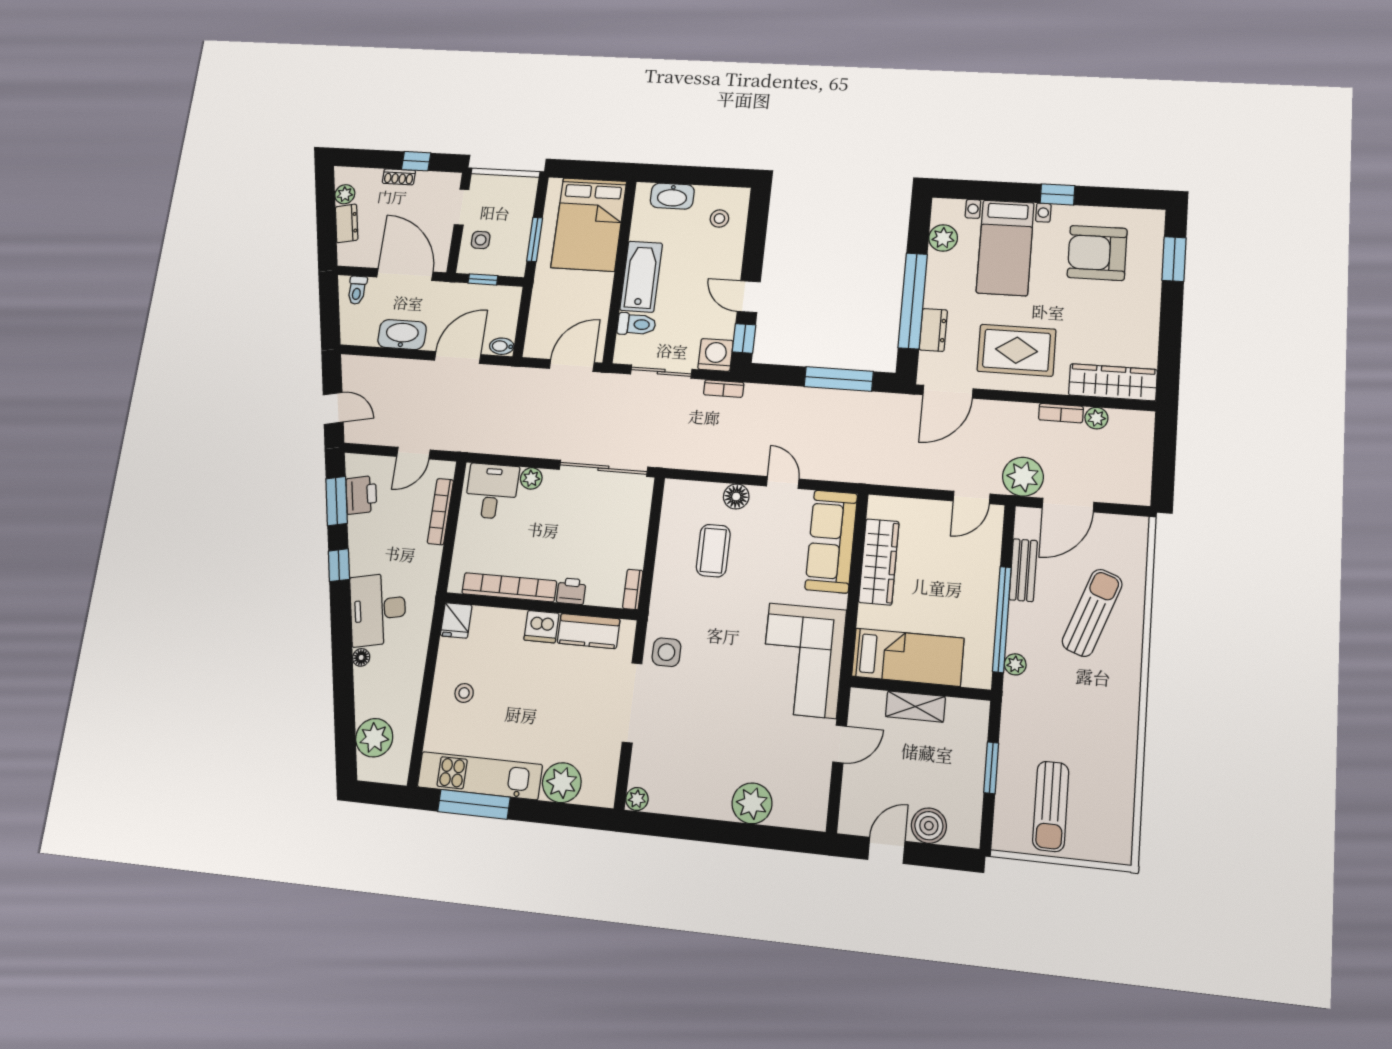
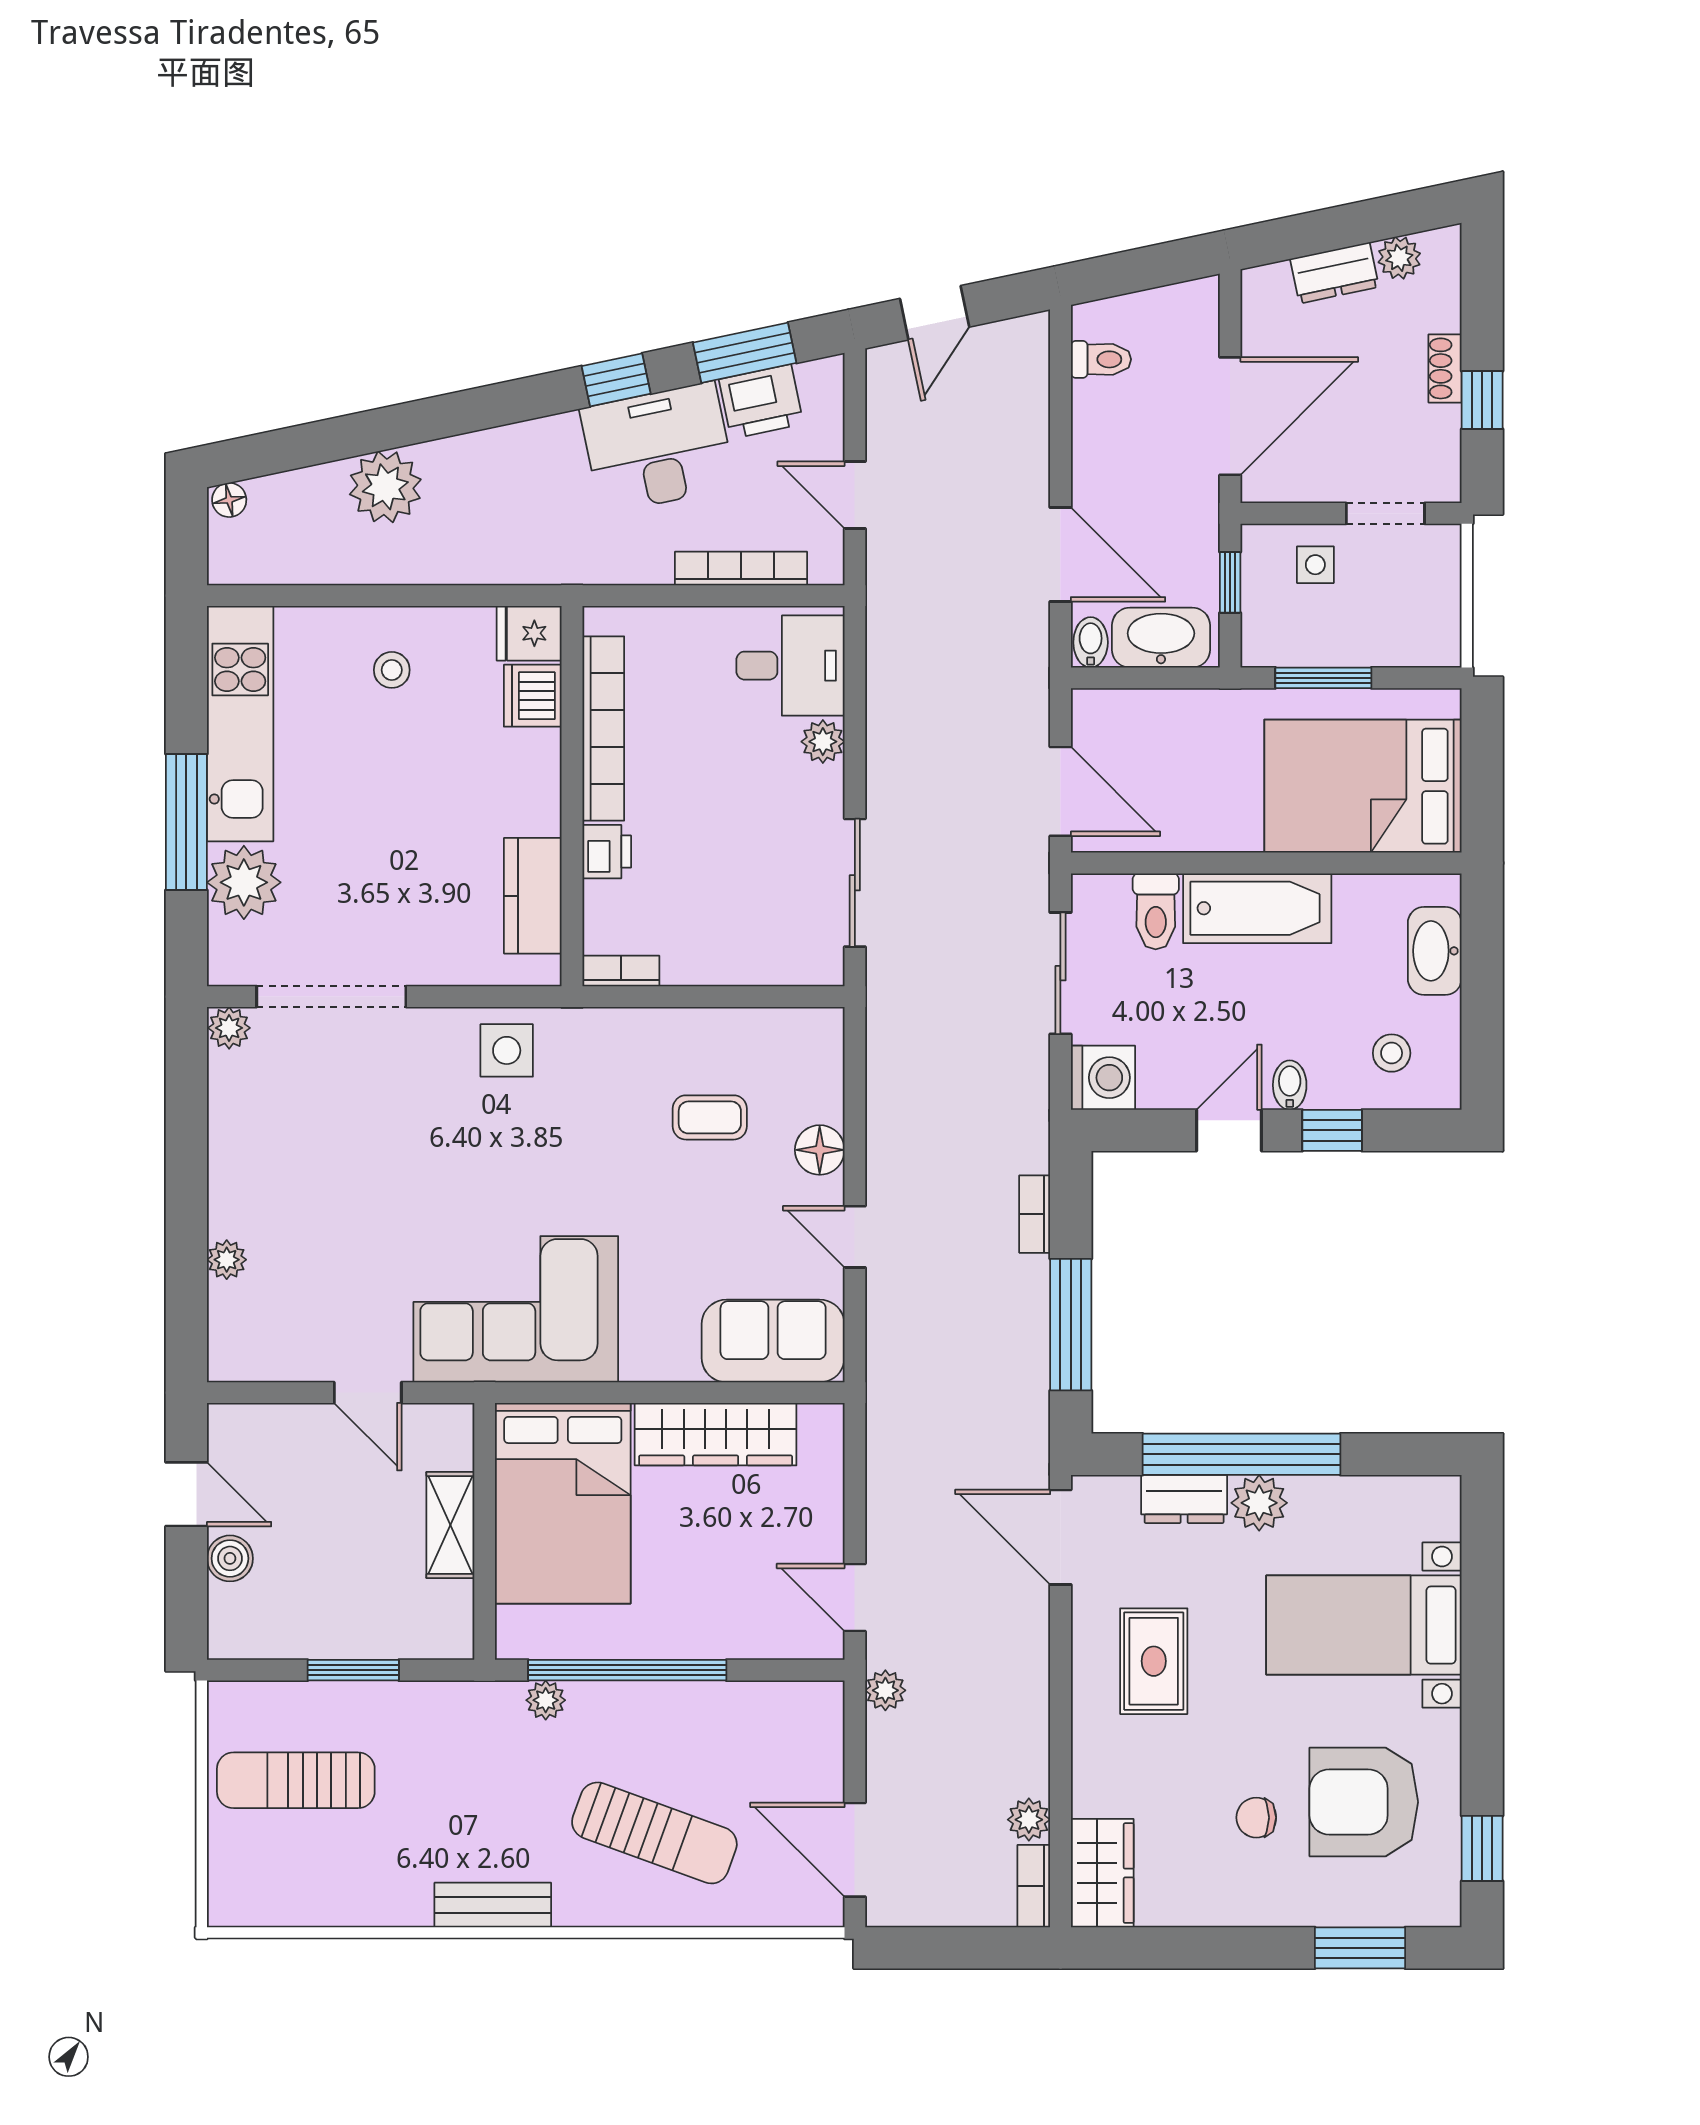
window: (1058, 194) -> (1482, 1848), moved
plant: (943, 238) -> (1259, 1503), moved
armchair: (1097, 253) -> (1364, 1802), turned -90
bidet: (730, 267) -> (1290, 1085), added
toilet: (357, 290) -> (1101, 359), moved, turned 180
chair: (1102, 305) -> (1256, 1818), added
washbasin: (402, 335) -> (1161, 638), moved, turned -90
window: (744, 338) -> (1332, 1130), moved
rug: (1016, 350) -> (1154, 1661), width x0.73, depth x0.70
wardrobe: (1113, 382) -> (1102, 1873), width x0.67
bookcase: (724, 389) -> (1035, 1214), moved
bookcase: (1061, 413) -> (1034, 1886), moved
sliding door: (603, 468) -> (855, 883), width x0.73
plant: (1023, 477) -> (885, 1690), width x0.53, depth x0.53
door: (783, 482) -> (855, 1237), swing flipped
door: (1068, 505) -> (855, 1850), moved
sofa: (831, 541) -> (773, 1341), width x0.73
coffee table: (713, 551) -> (710, 1117), width x0.73, depth x0.77
bench: (1023, 570) -> (493, 1905), moved
desk: (378, 609) -> (658, 448), moved
dishwasher: (541, 627) -> (533, 696), moved
floor lamp: (361, 657) -> (229, 500), moved
bed: (908, 657) -> (563, 1503), width x1.50
doorway: (632, 703) -> (331, 997), moved
plant: (374, 738) -> (385, 487), moved
plant: (752, 803) -> (227, 1260), width x0.53, depth x0.53
window: (474, 804) -> (186, 822), moved
boiler: (929, 826) -> (230, 1558), width x0.73, depth x0.73

